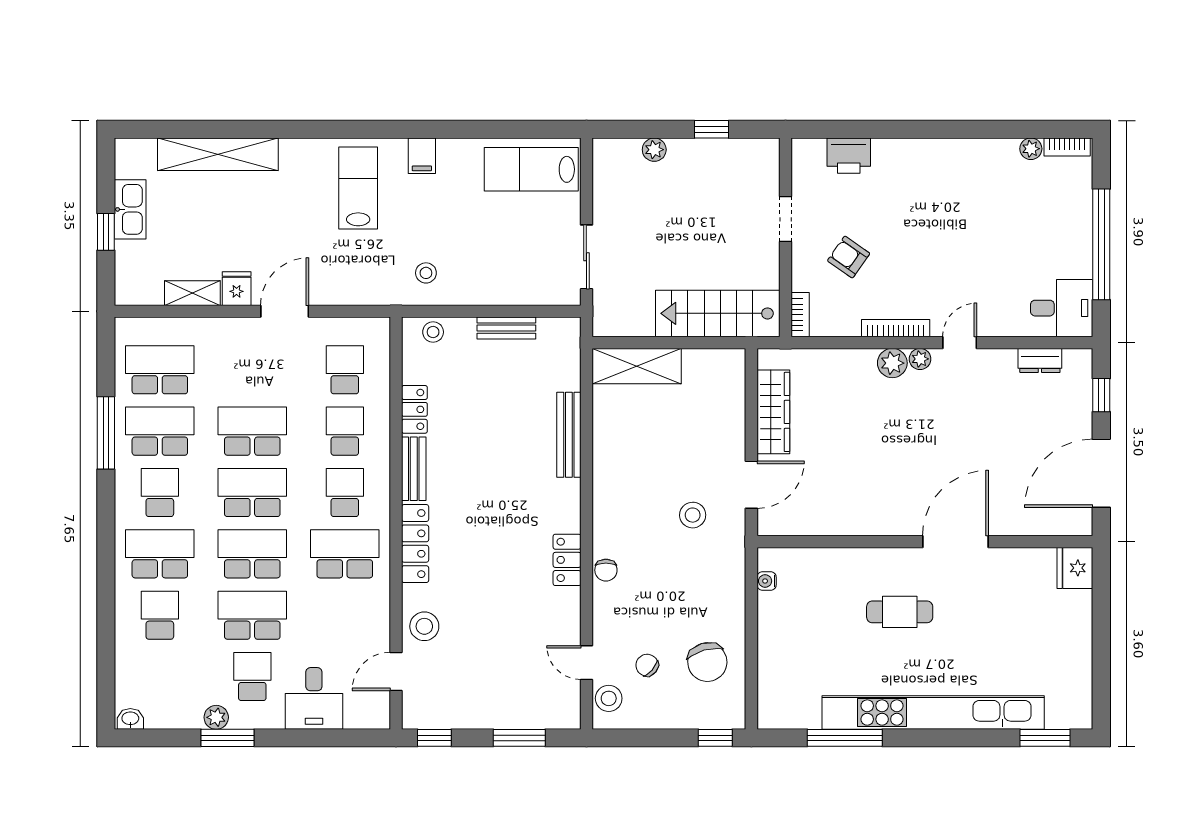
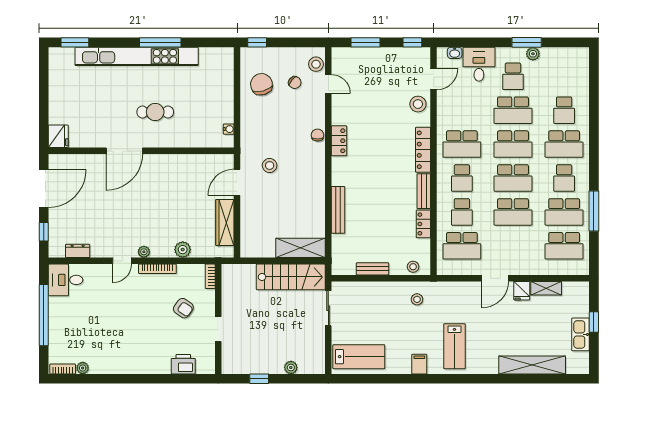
stairs: (718, 313) -> (291, 277), moved
plant: (892, 363) -> (183, 250), moved
school desk: (345, 370) -> (462, 246), width x1.85
washbasin: (130, 719) -> (455, 53), moved
window: (845, 738) -> (160, 42), moved

